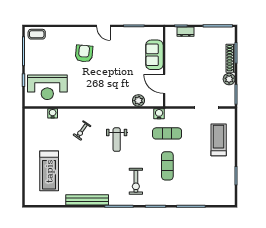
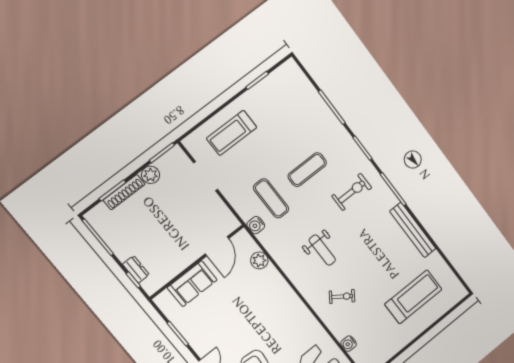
weight bench: (117, 140) -> (322, 250), turned 90

